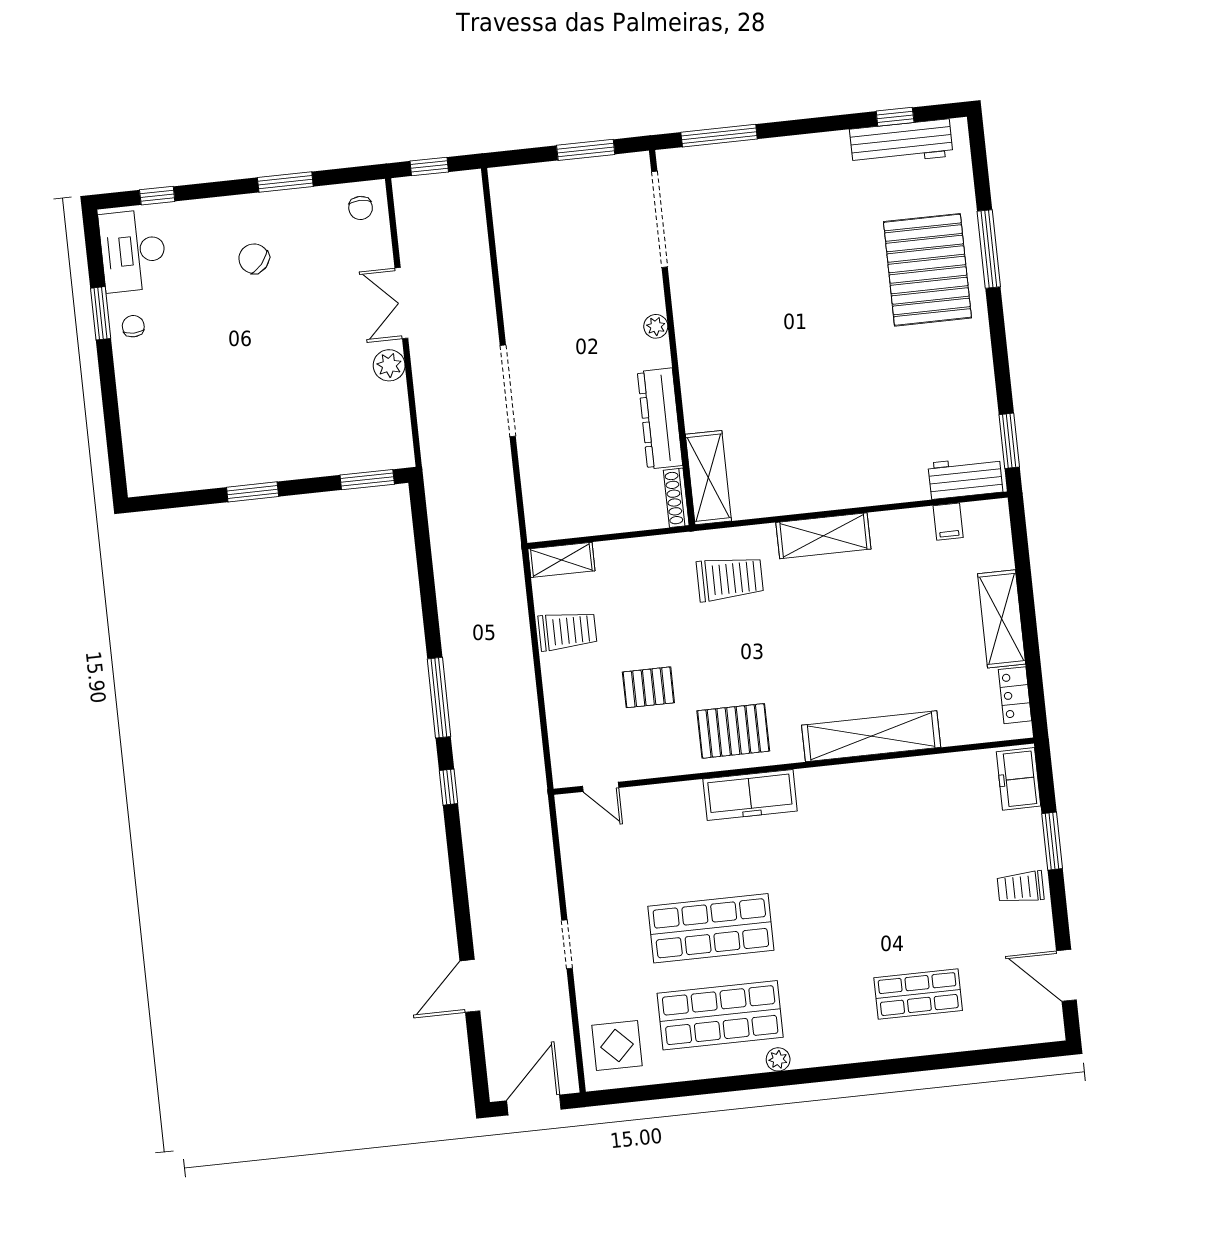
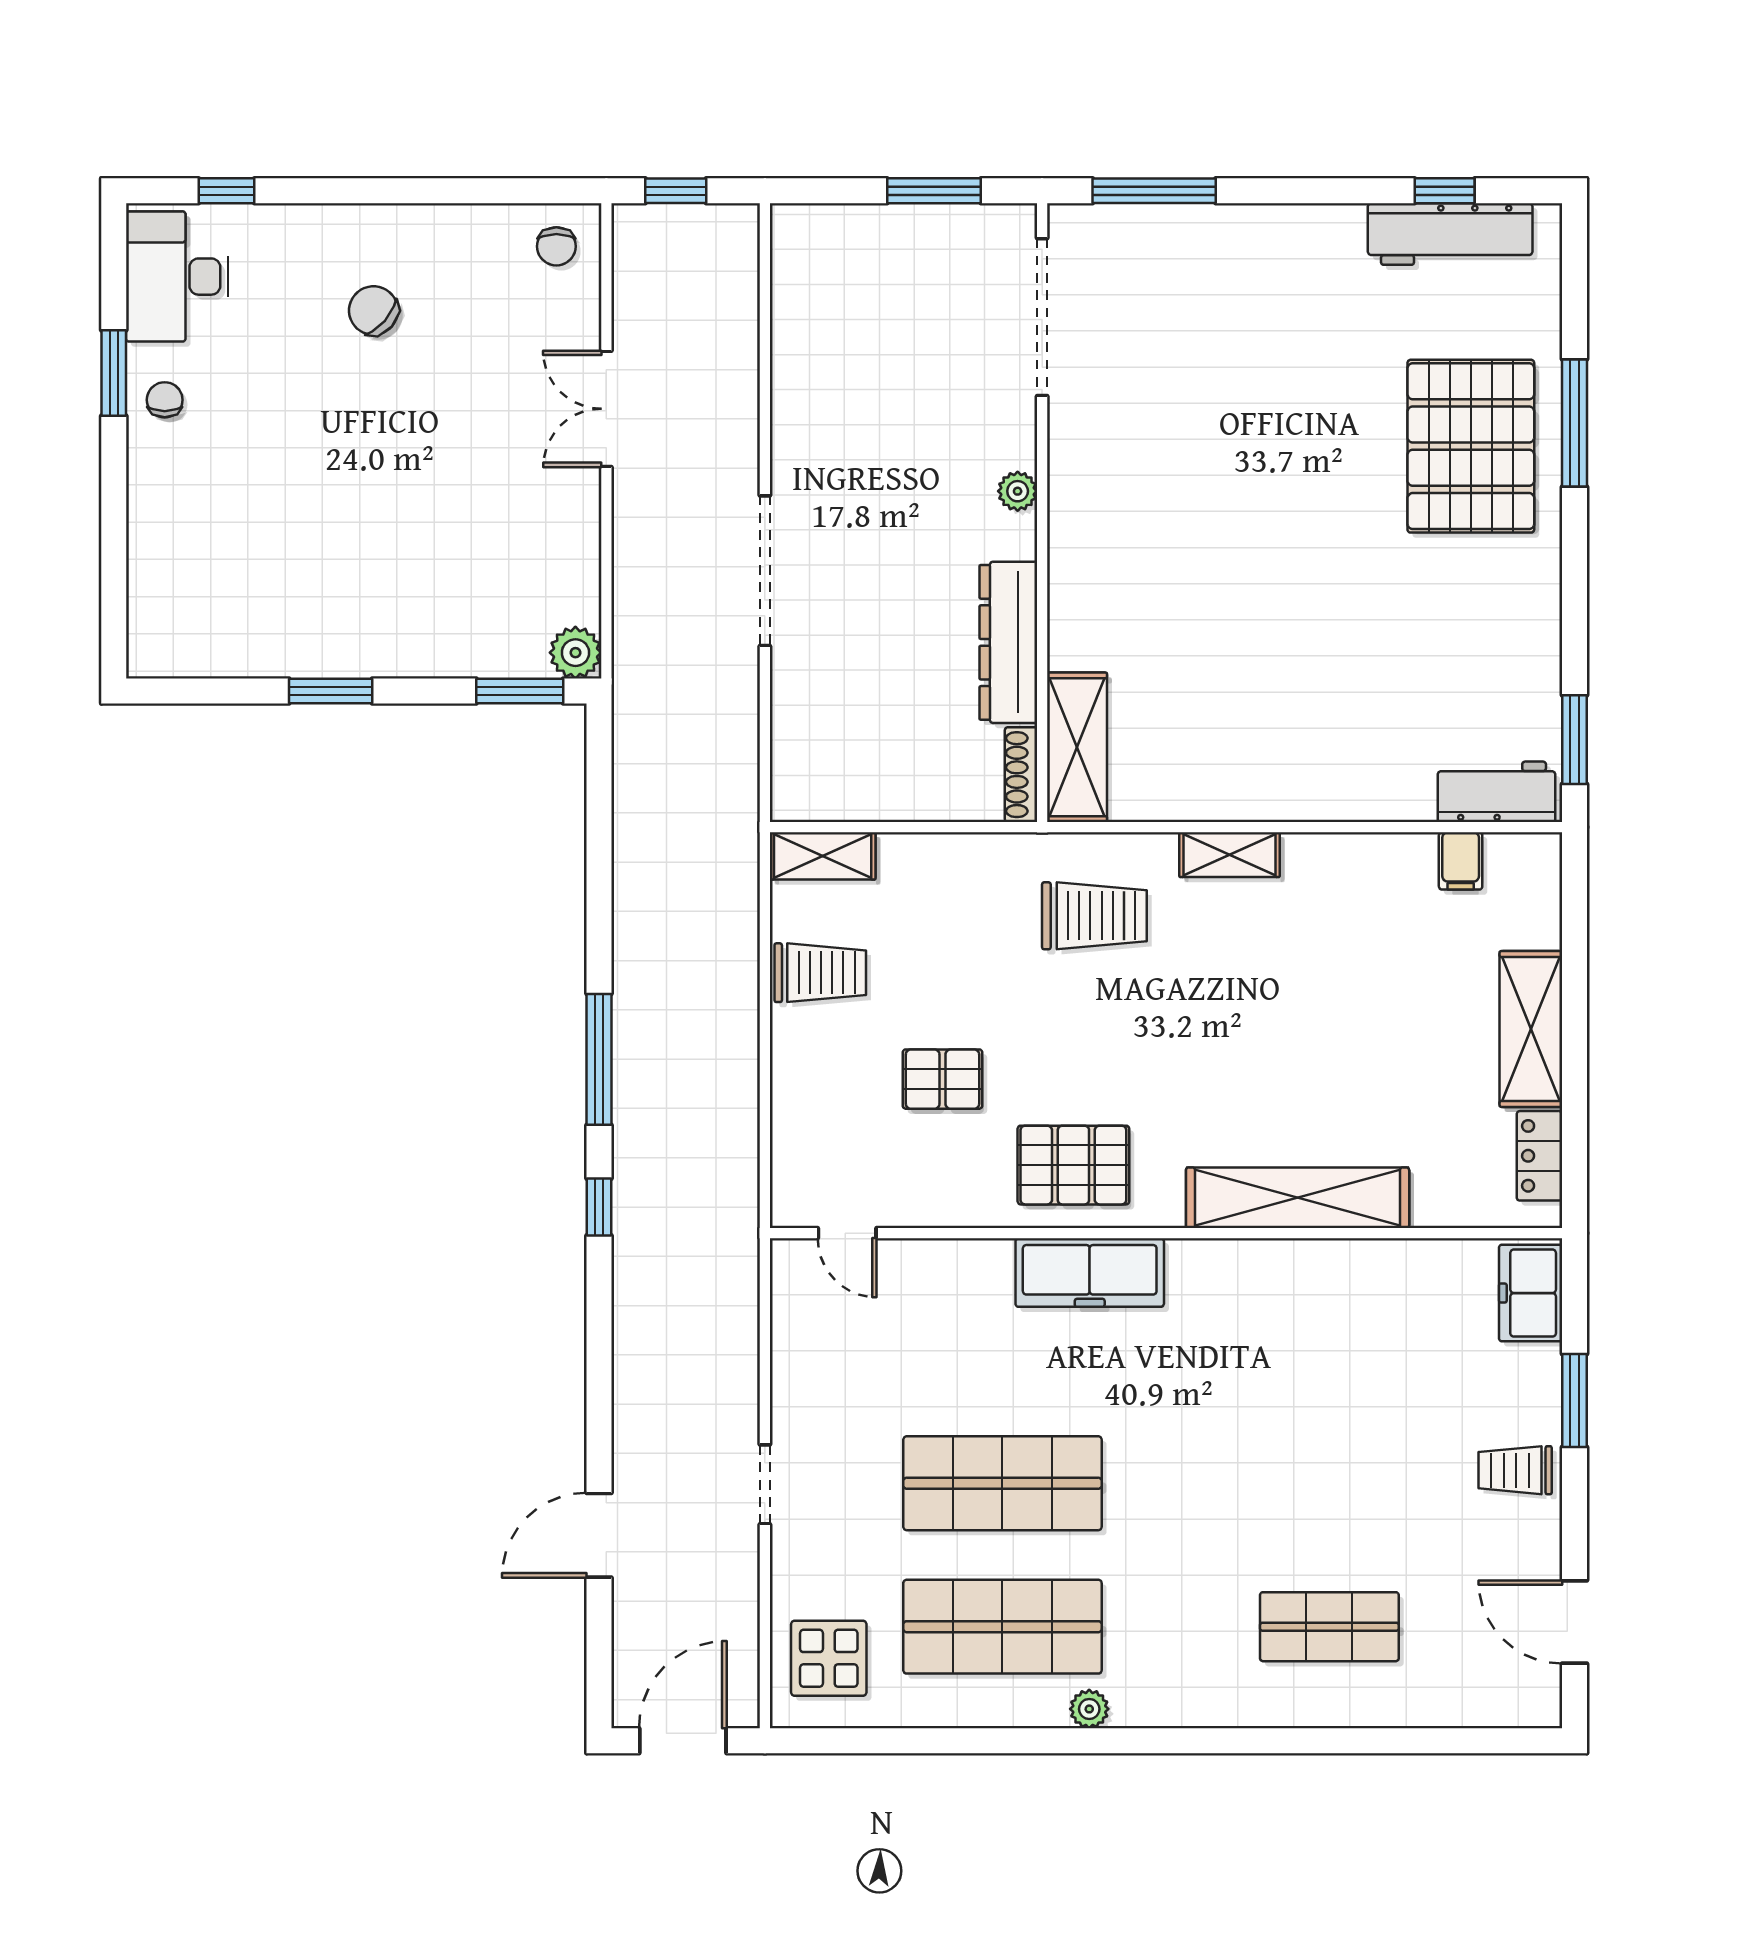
window: (285, 182) -> (438, 191), removed
plant: (389, 365) -> (575, 653), moved
shelving: (823, 536) -> (1230, 855), width x0.67, depth x0.75

